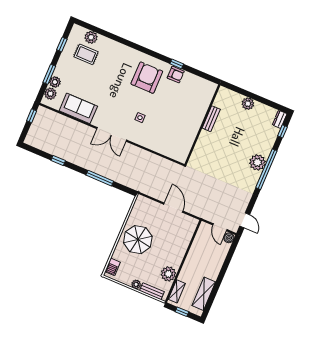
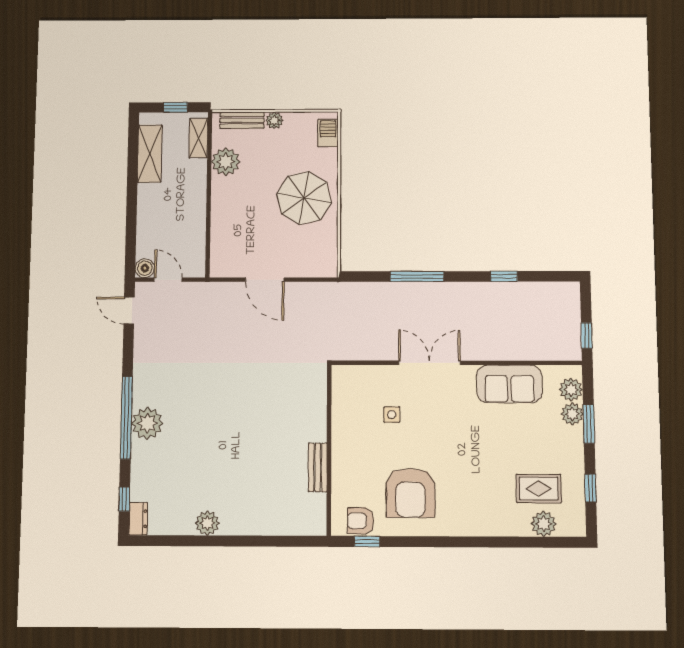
bench: (211, 119) -> (318, 467), moved
wall: (202, 125) -> (329, 450), moved

